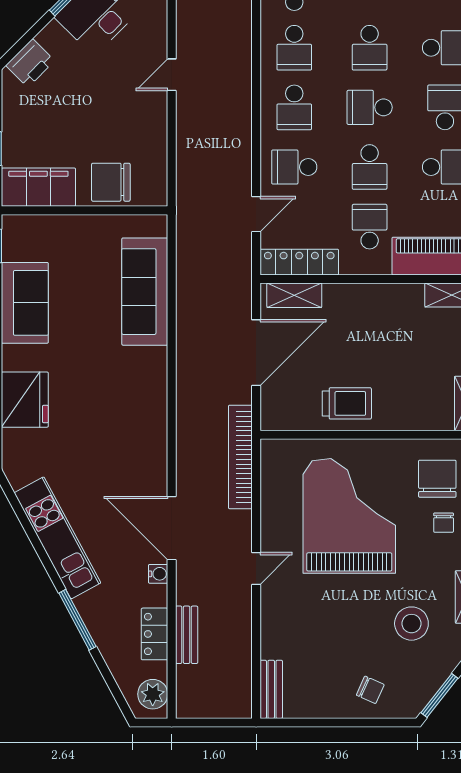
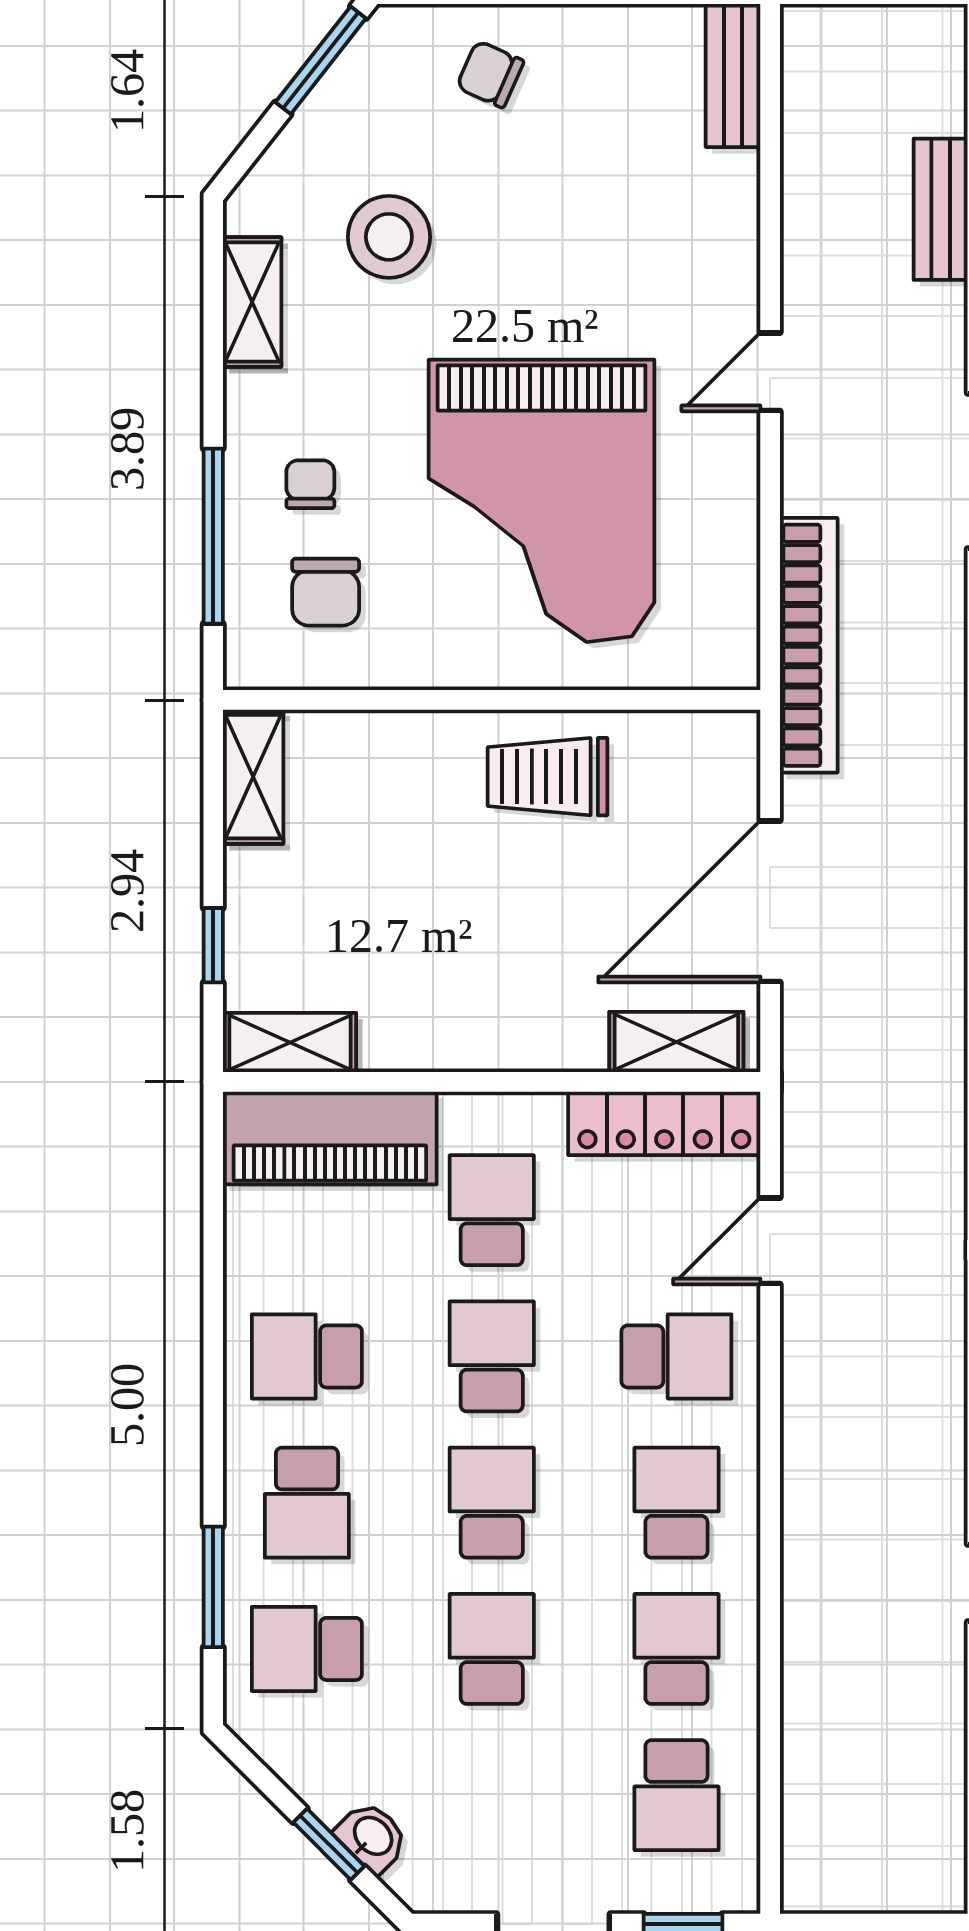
school desk: (370, 107) -> (492, 1503), turned -90
school desk: (370, 227) -> (492, 1210), turned 180
chair: (437, 479) -> (326, 592), width x0.73, depth x0.73

